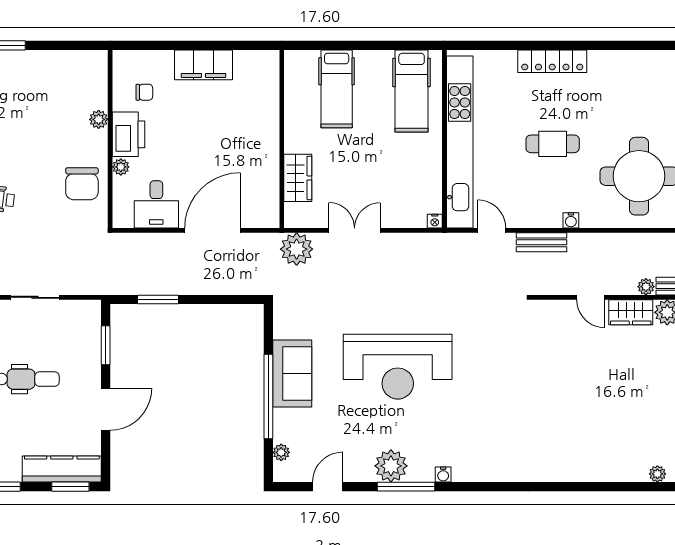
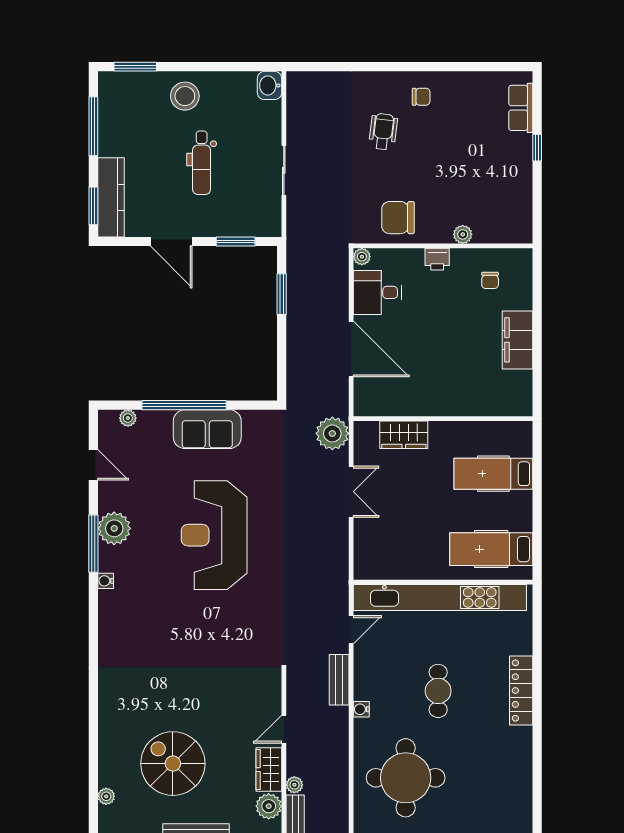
printer: (128, 134) -> (437, 259), width x0.53, depth x0.68
plant: (121, 167) -> (362, 257), moved
nightstand: (435, 221) -> (360, 572), removed
spiral stairs: (625, 408) -> (173, 764), added

